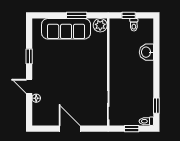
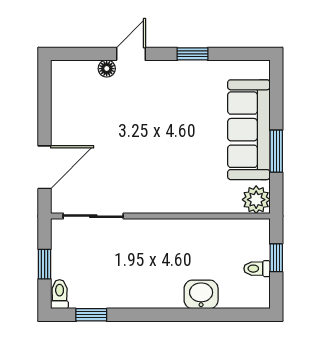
door: (70, 129) -> (45, 167), moved

